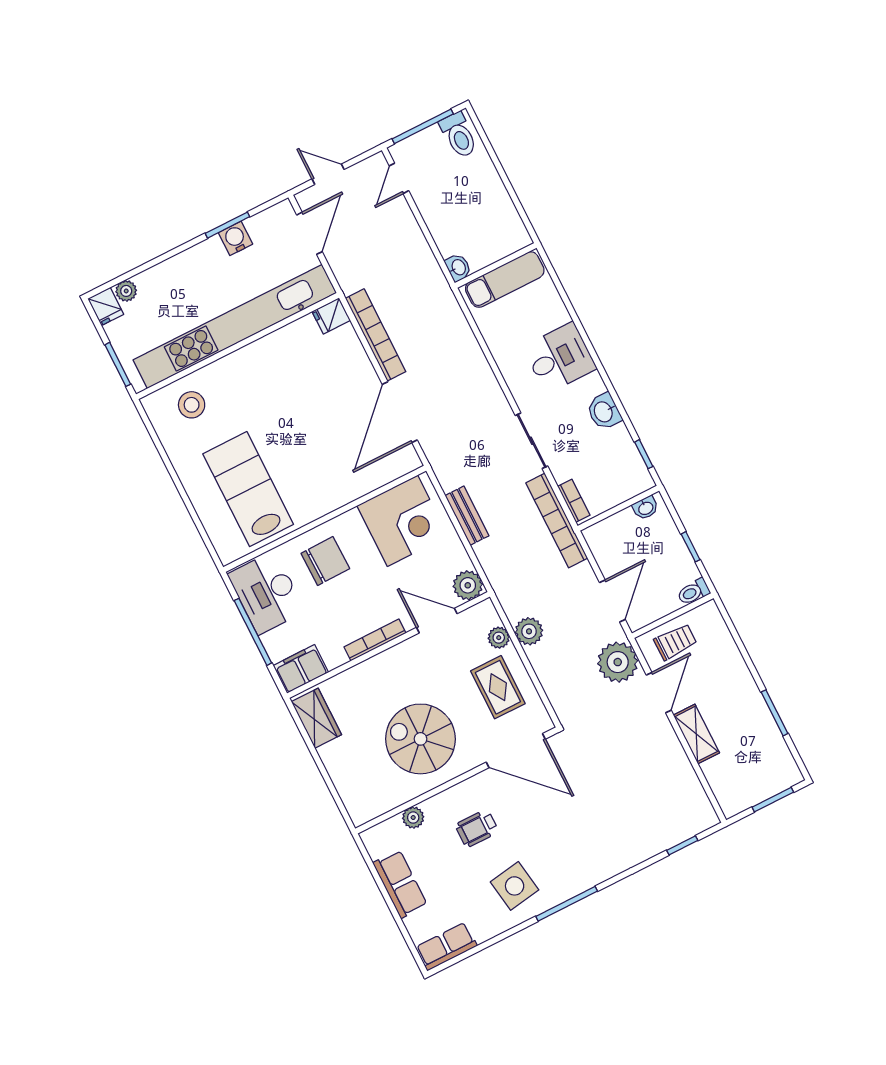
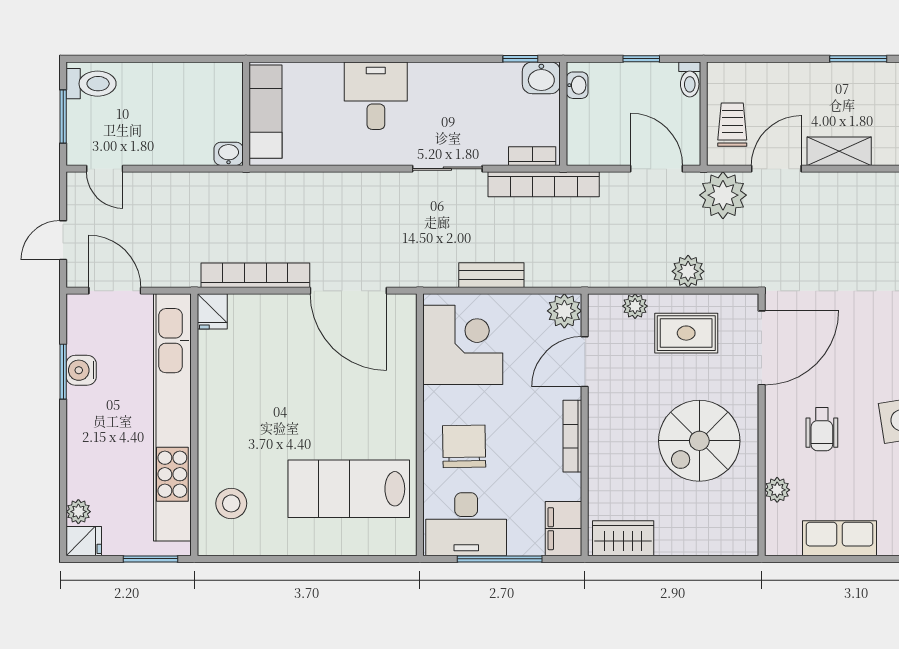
window: (423, 126) -> (63, 117), width x0.69
washbasin: (604, 412) -> (541, 78), moved
plant: (529, 631) -> (688, 271), moved
door: (659, 693) -> (776, 169), hinge flipped

